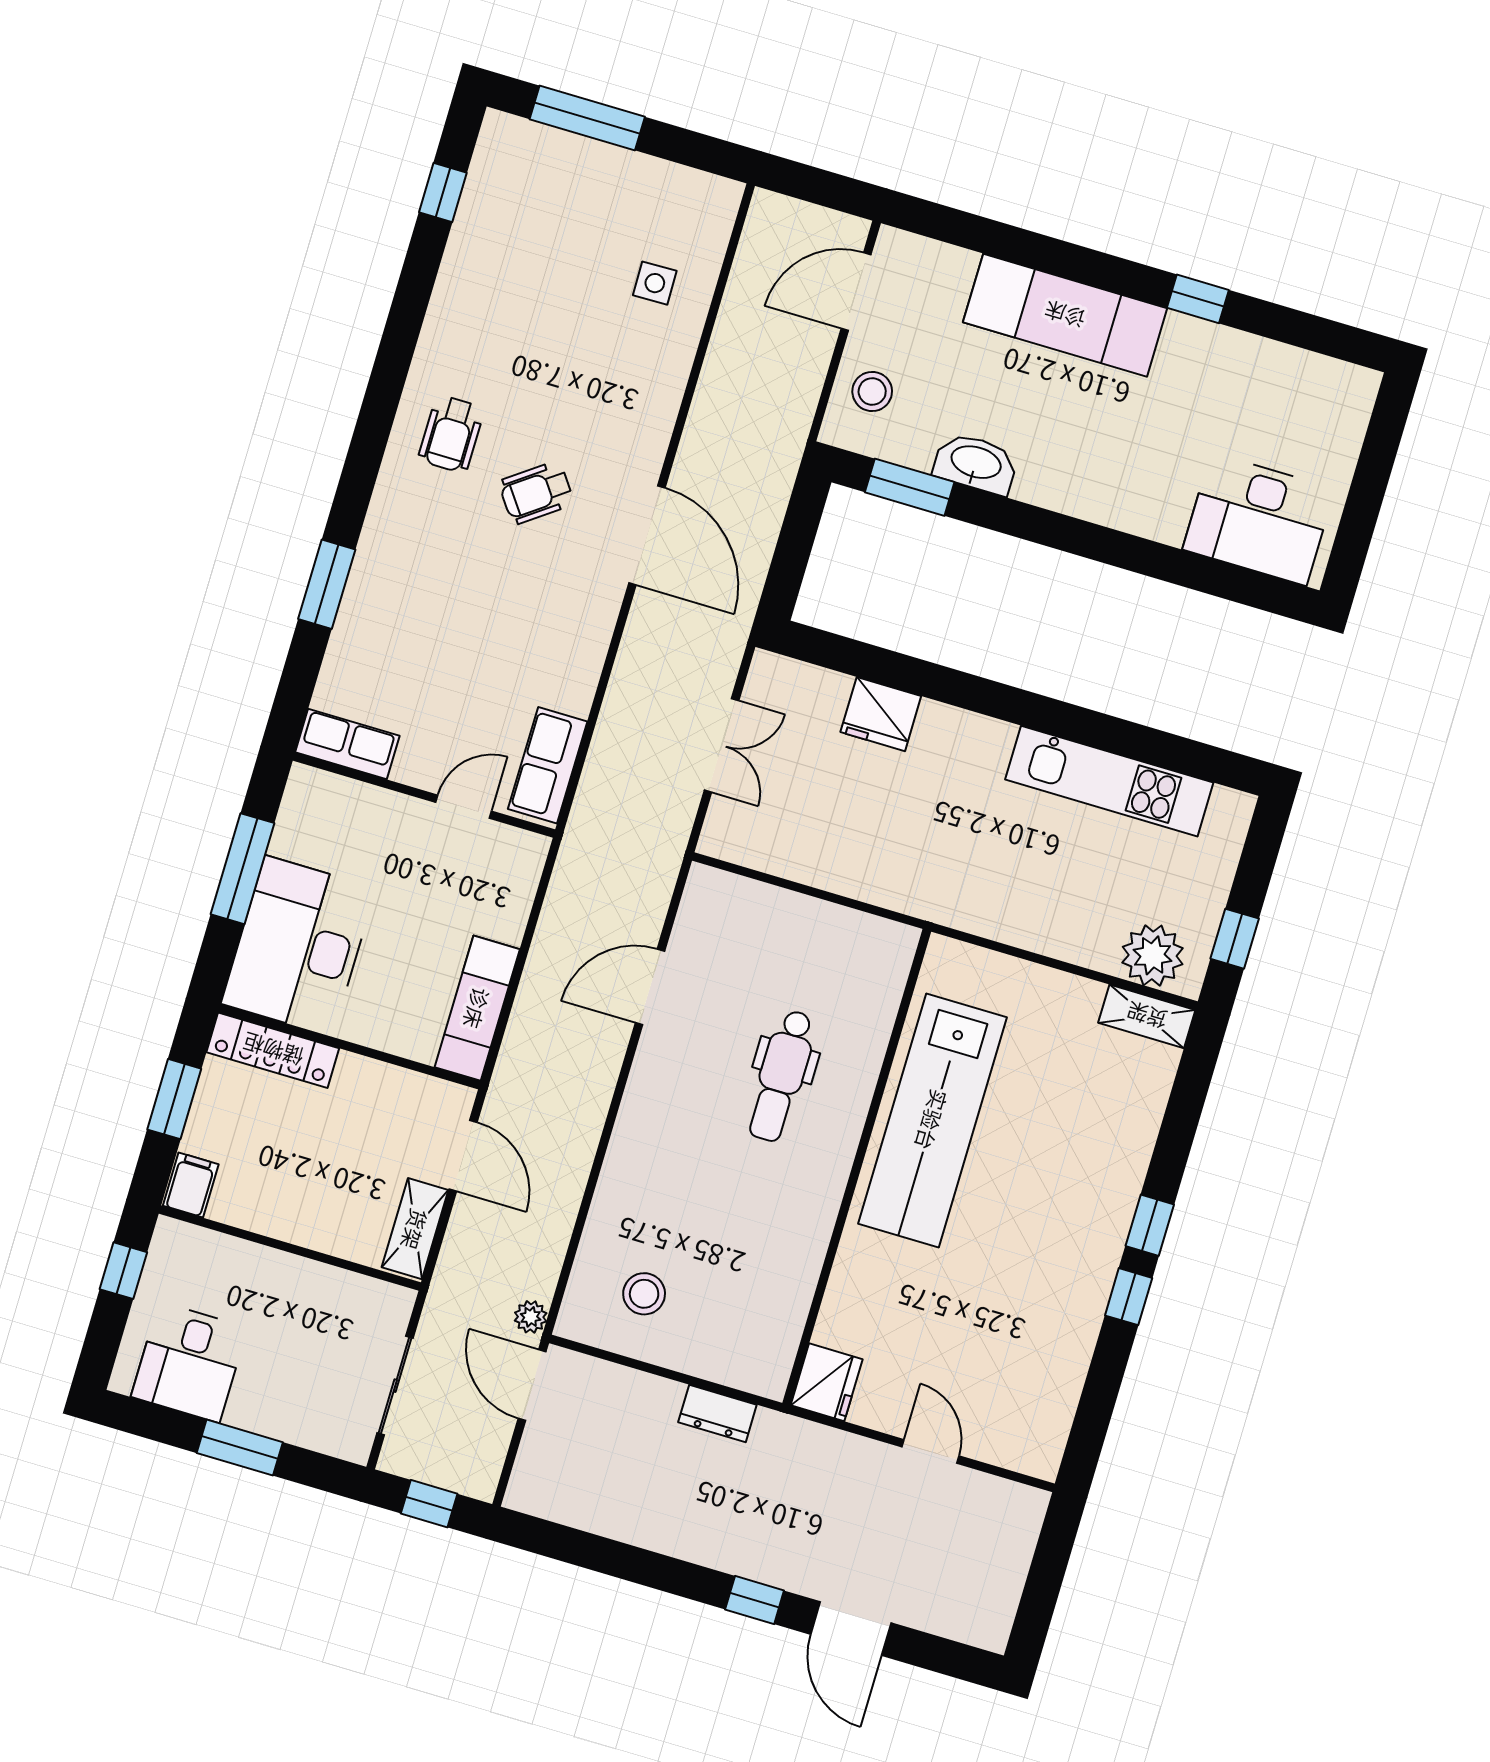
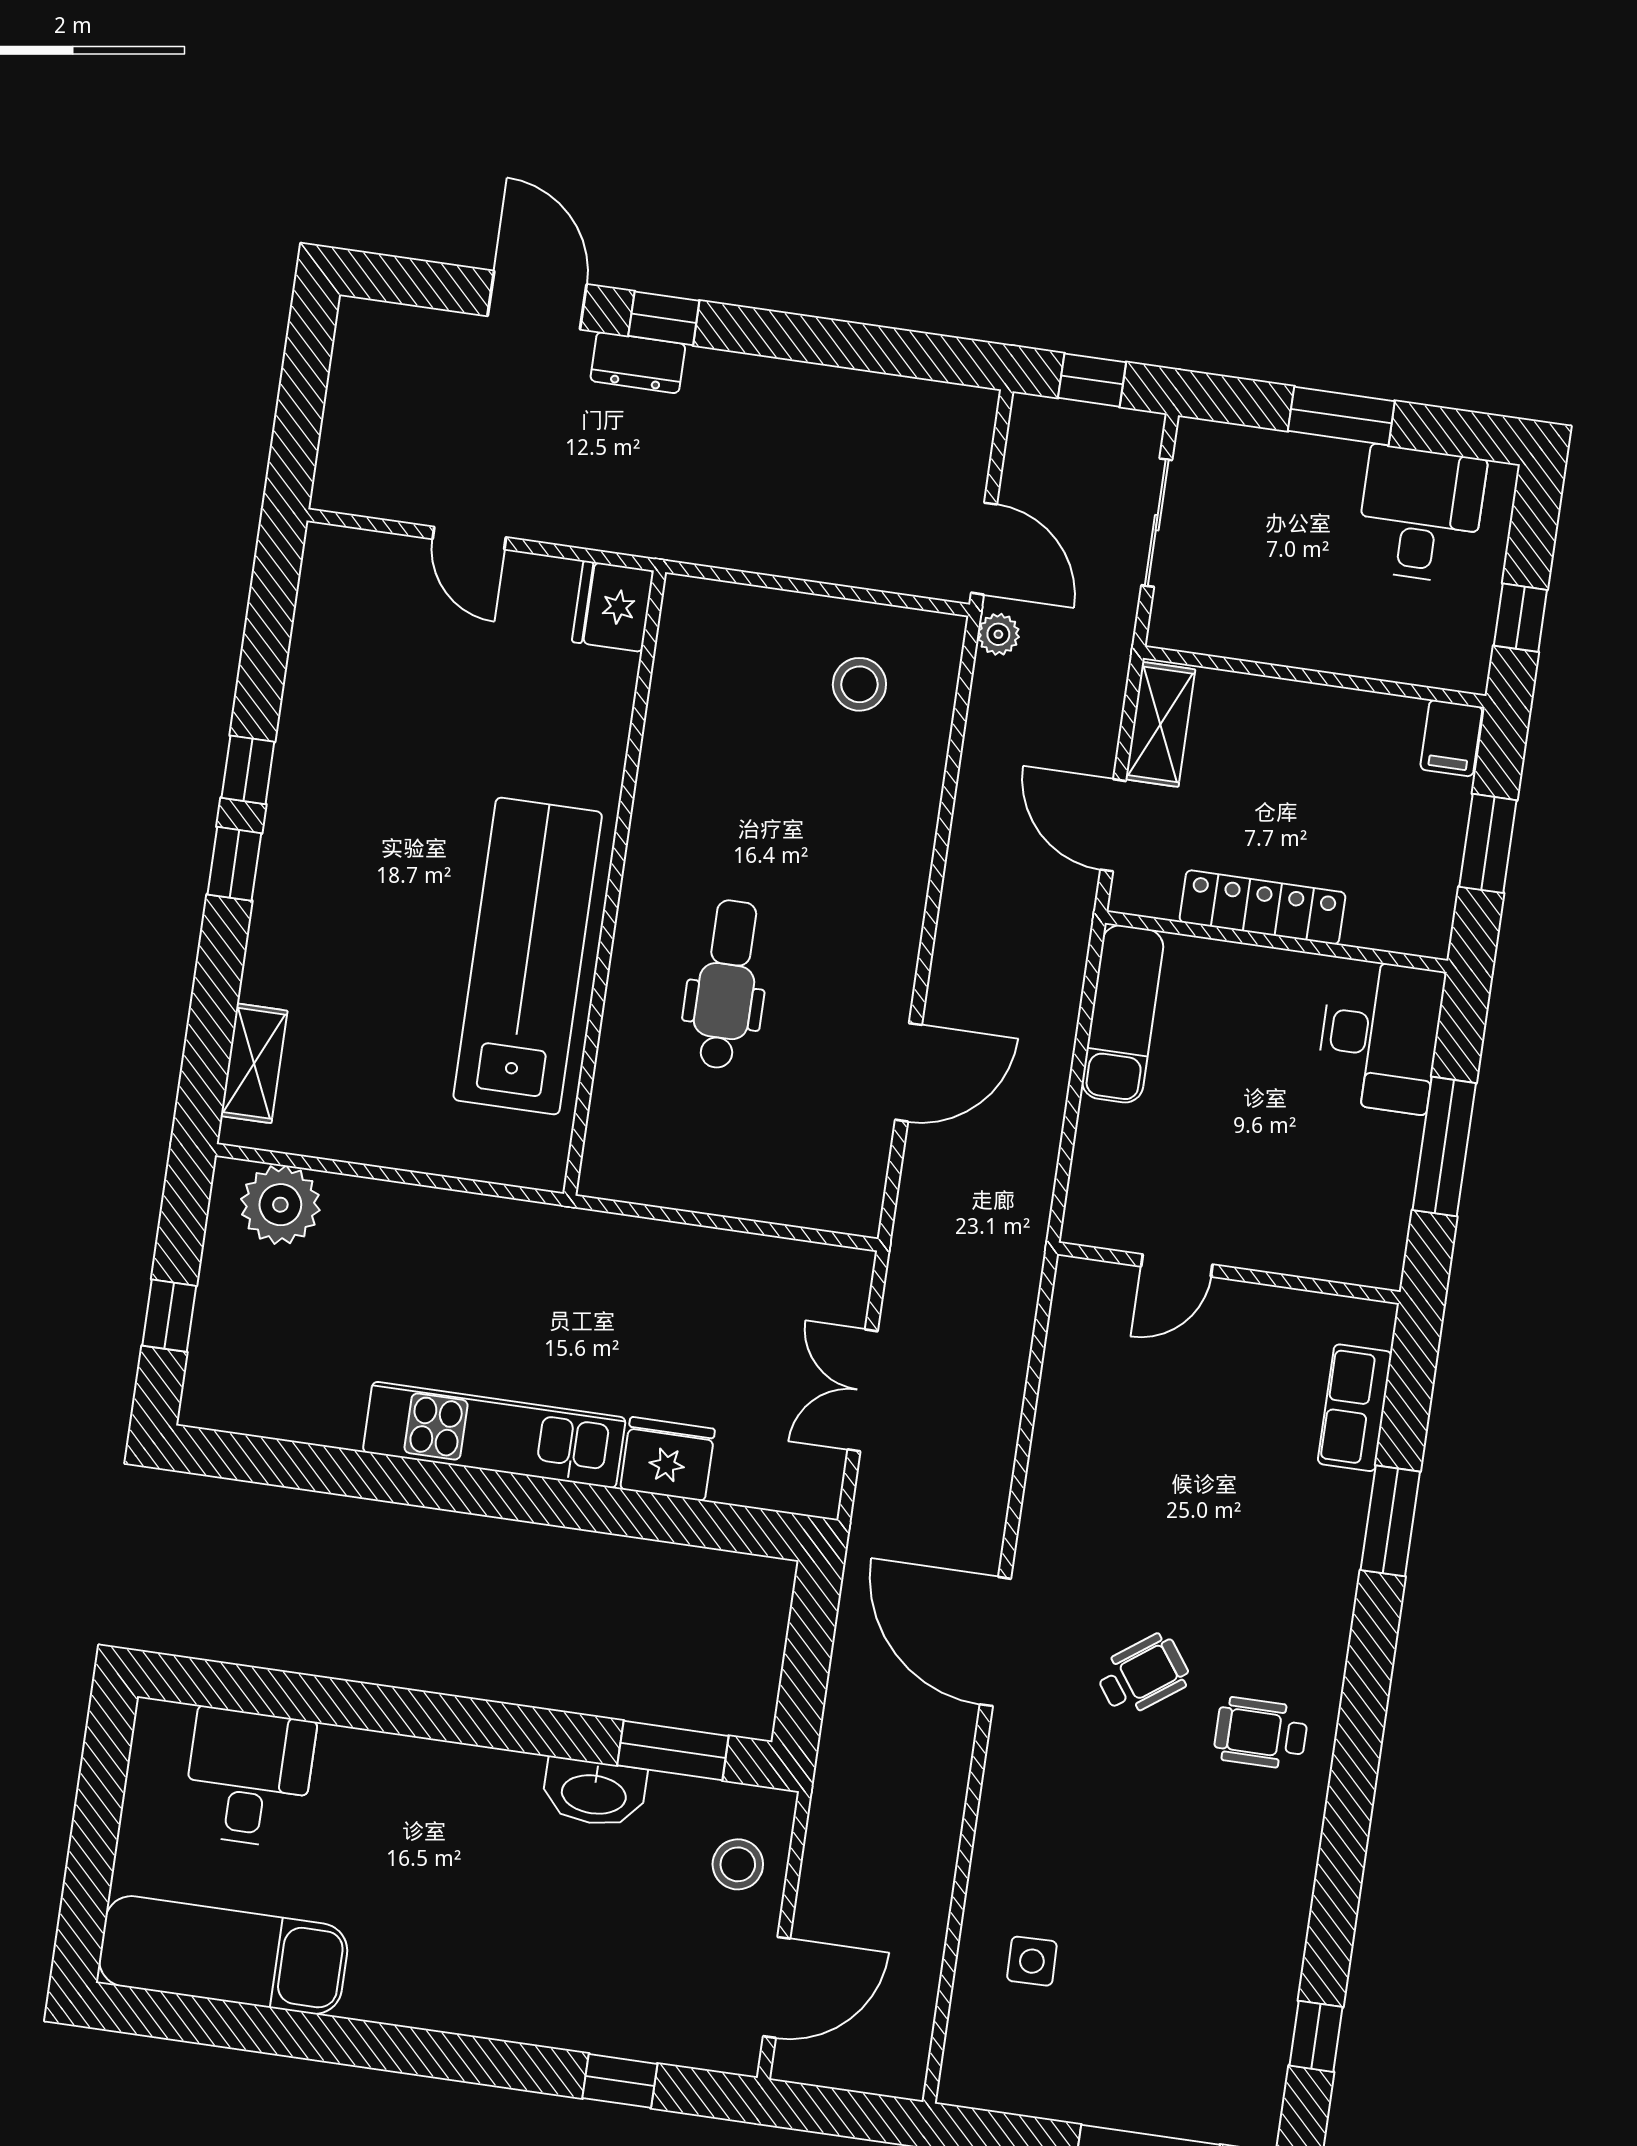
window: (1198, 299) -> (620, 2081), moved
exam couch: (1065, 315) -> (223, 1955), moved
wheelchair: (451, 434) -> (1261, 1733), turned -90
desk: (1259, 519) -> (249, 1777), width x0.73
row of seats: (347, 744) -> (1355, 1408), moved, turned 90
row of seats: (548, 765) -> (1078, 1333), removed
kitchen unit: (1109, 781) -> (494, 1435), moved
window: (1235, 939) -> (169, 1316), moved
desk: (299, 946) -> (1380, 1036), width x0.73, depth x0.77
shelving: (1147, 1016) -> (254, 1063), moved, turned 90
locker: (273, 1050) -> (1263, 907), moved
dresser: (717, 1413) -> (638, 363), moved, turned 180

